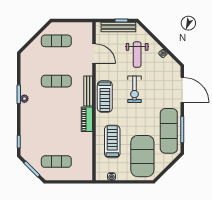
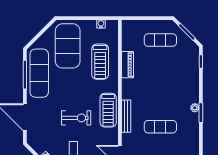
exercise bike: (135, 89) -> (76, 118), turned 90
treadmill: (105, 97) -> (108, 110), turned 180
piano: (87, 119) -> (127, 65), moved

